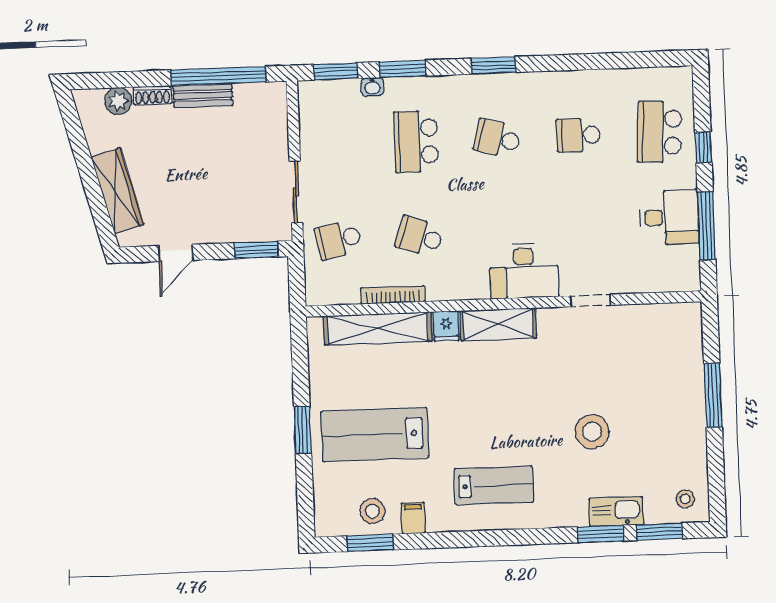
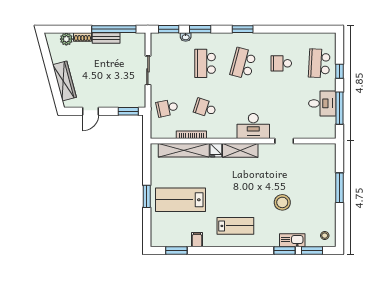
school desk: (497, 138) -> (243, 63), width x1.85
sliding door: (296, 192) -> (148, 70), moved
stool: (372, 511) -> (178, 236), removed

